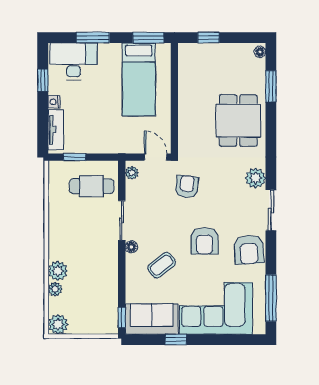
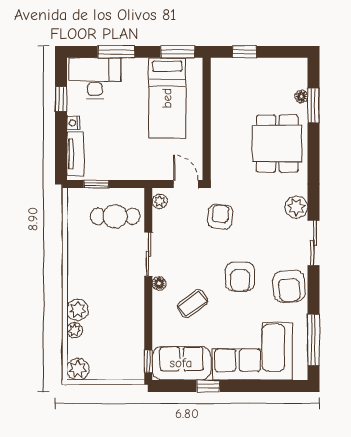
floor lamp: (260, 52) -> (301, 96), moved

